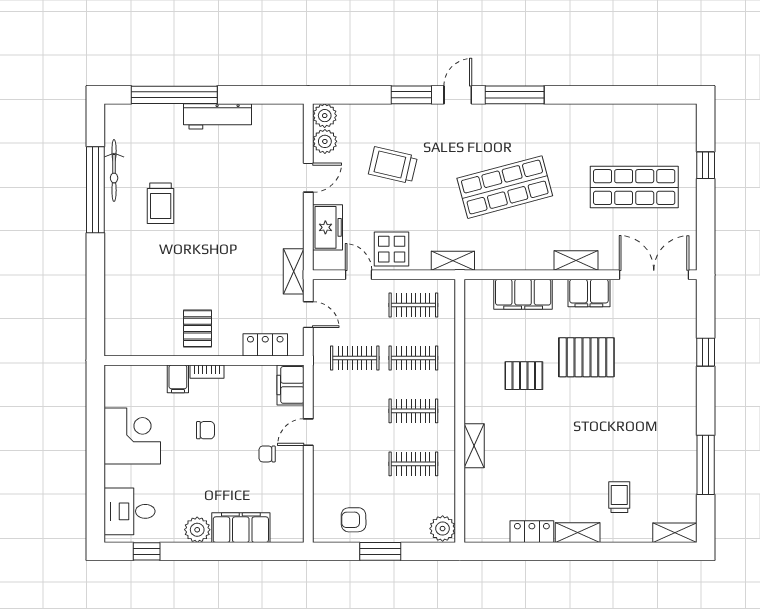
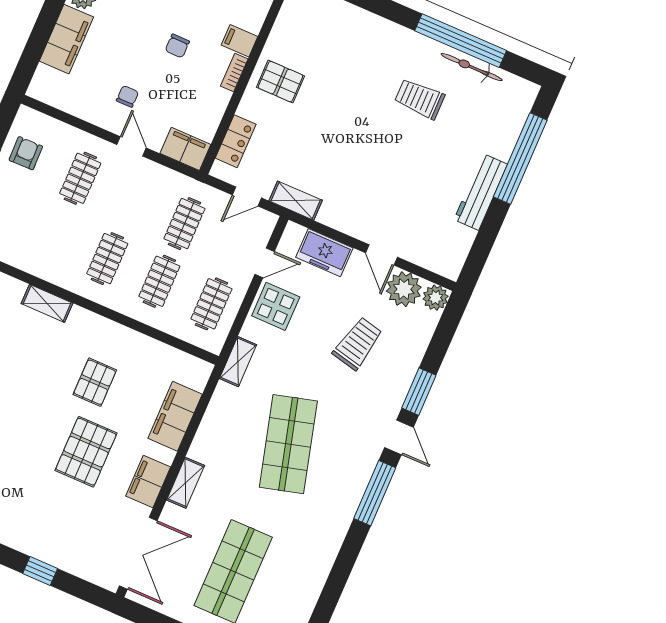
plant: (325, 141) -> (404, 289), width x1.36, depth x1.36
clothes rail: (413, 464) -> (80, 178), moved

